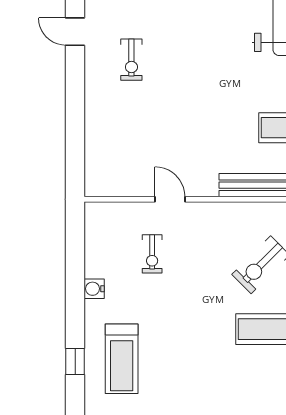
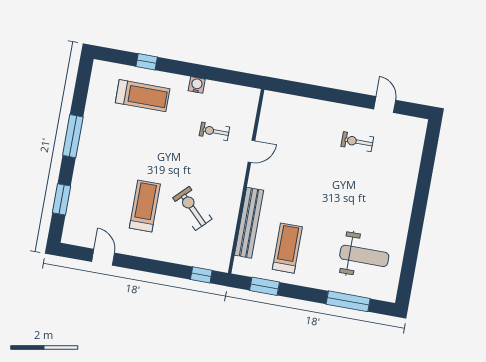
door: (75, 32) -> (385, 105), hinge flipped
treadmill: (122, 359) -> (143, 96), turned 180

